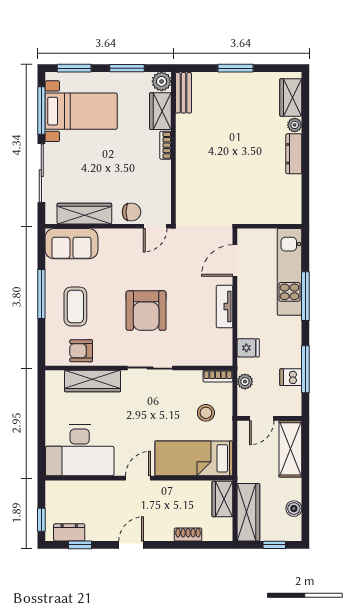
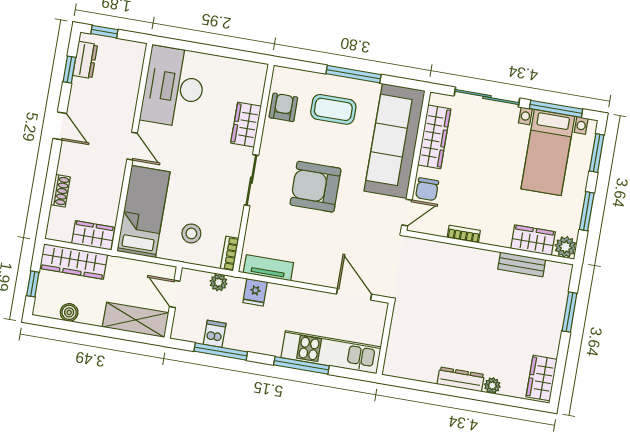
window: (235, 68) -> (570, 312), moved
bench: (183, 93) -> (522, 264), moved
wardrobe: (291, 97) -> (542, 378), moved, turned -90
bookcase: (166, 145) -> (464, 234), moved
door: (155, 226) -> (407, 213), swing flipped
sofa: (71, 244) -> (395, 141), width x1.85, depth x1.27
tv unit: (225, 306) -> (268, 268), moved
wardrobe: (93, 381) -> (246, 125), width x0.67

